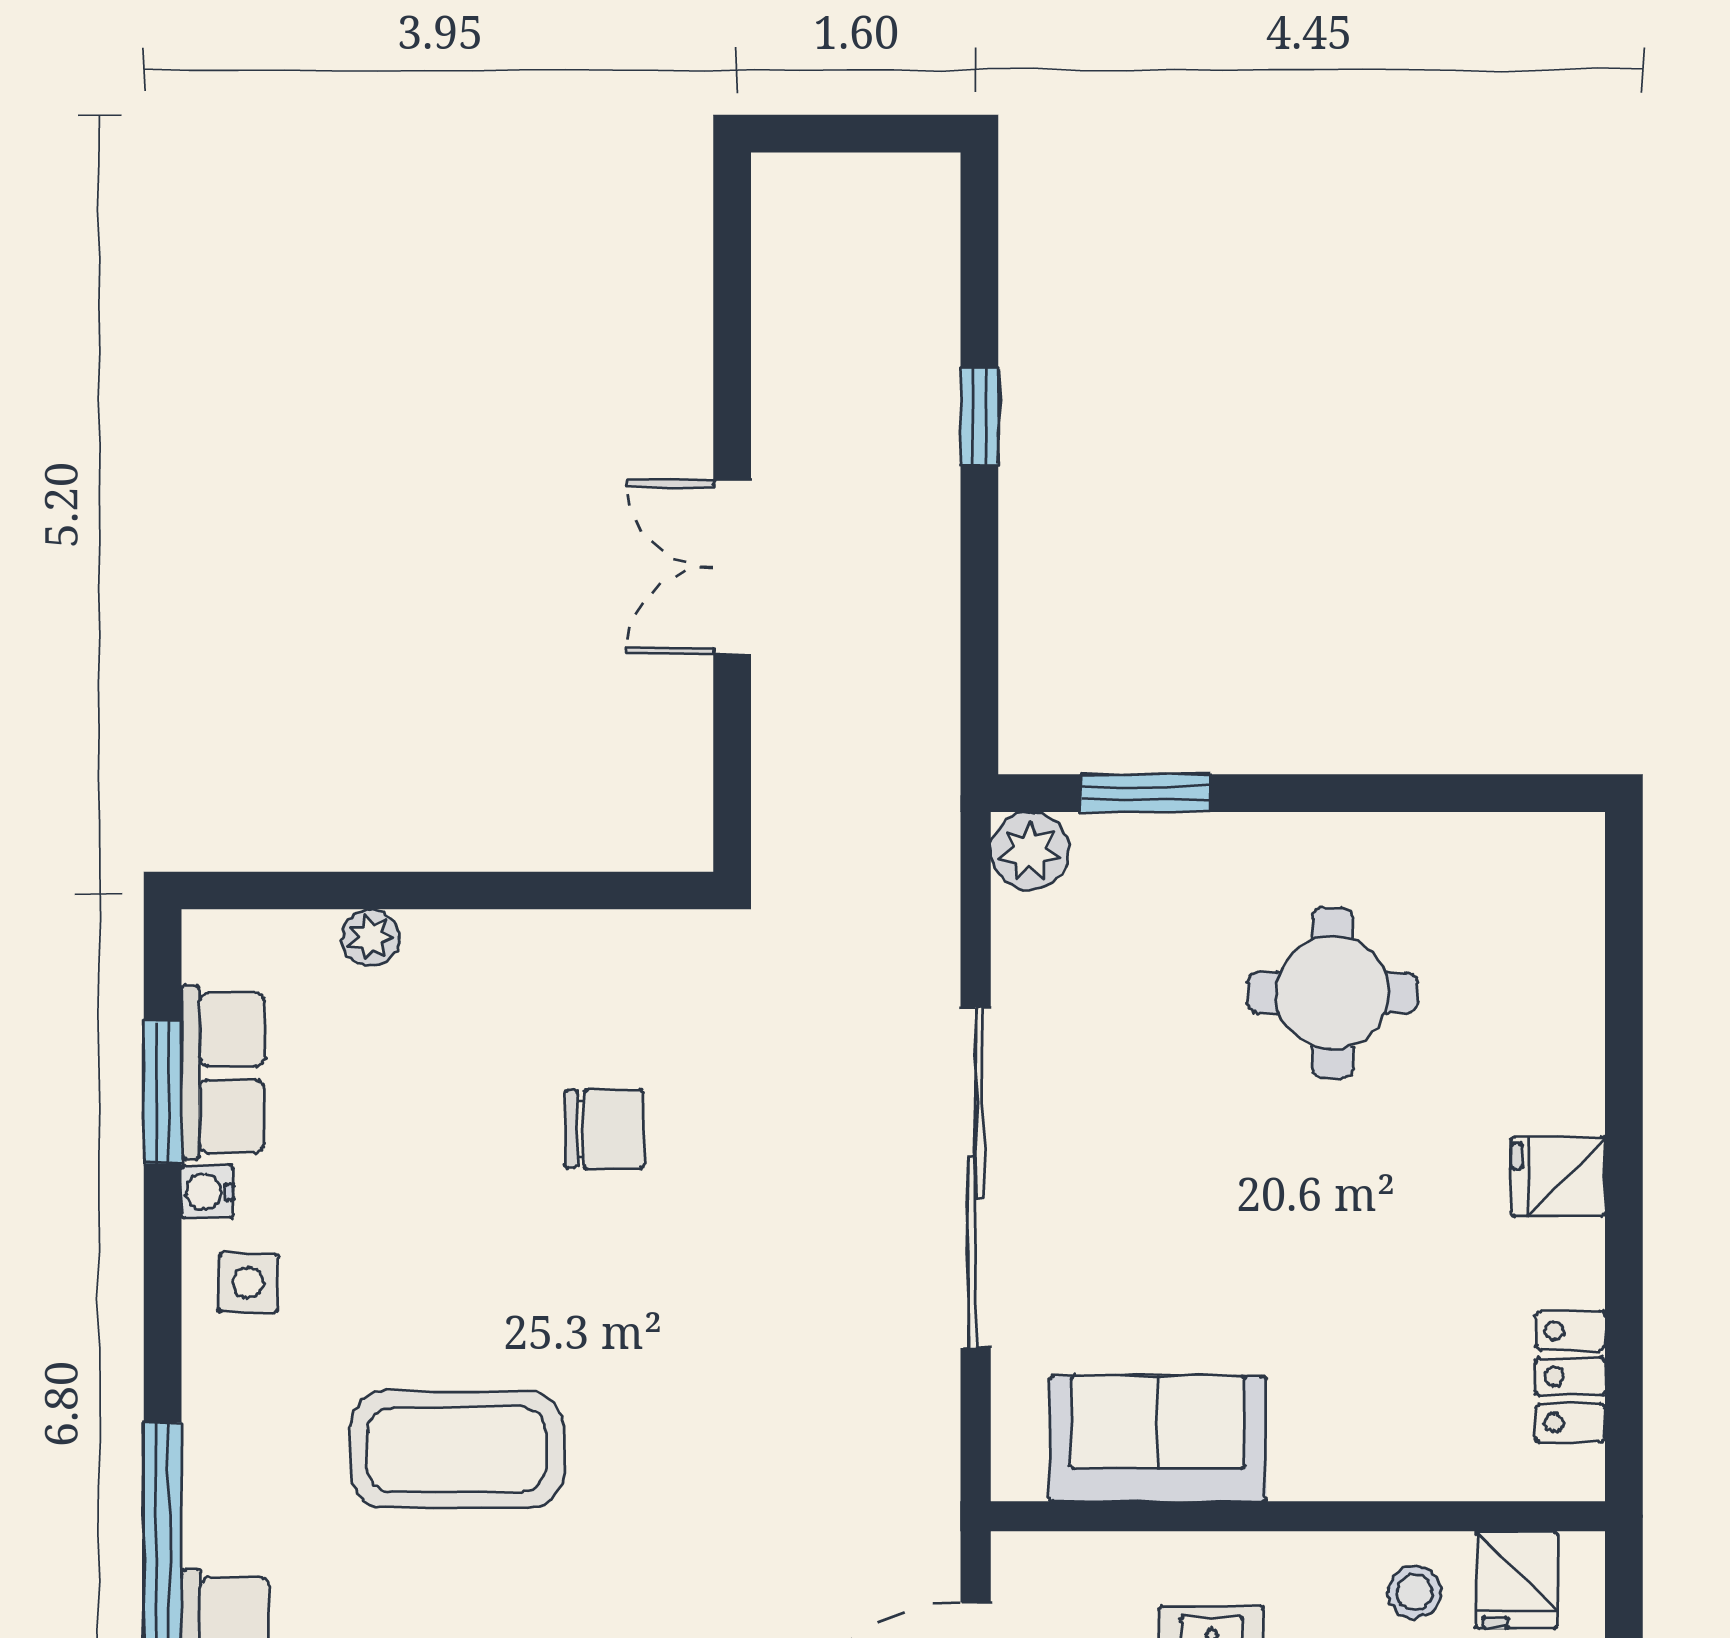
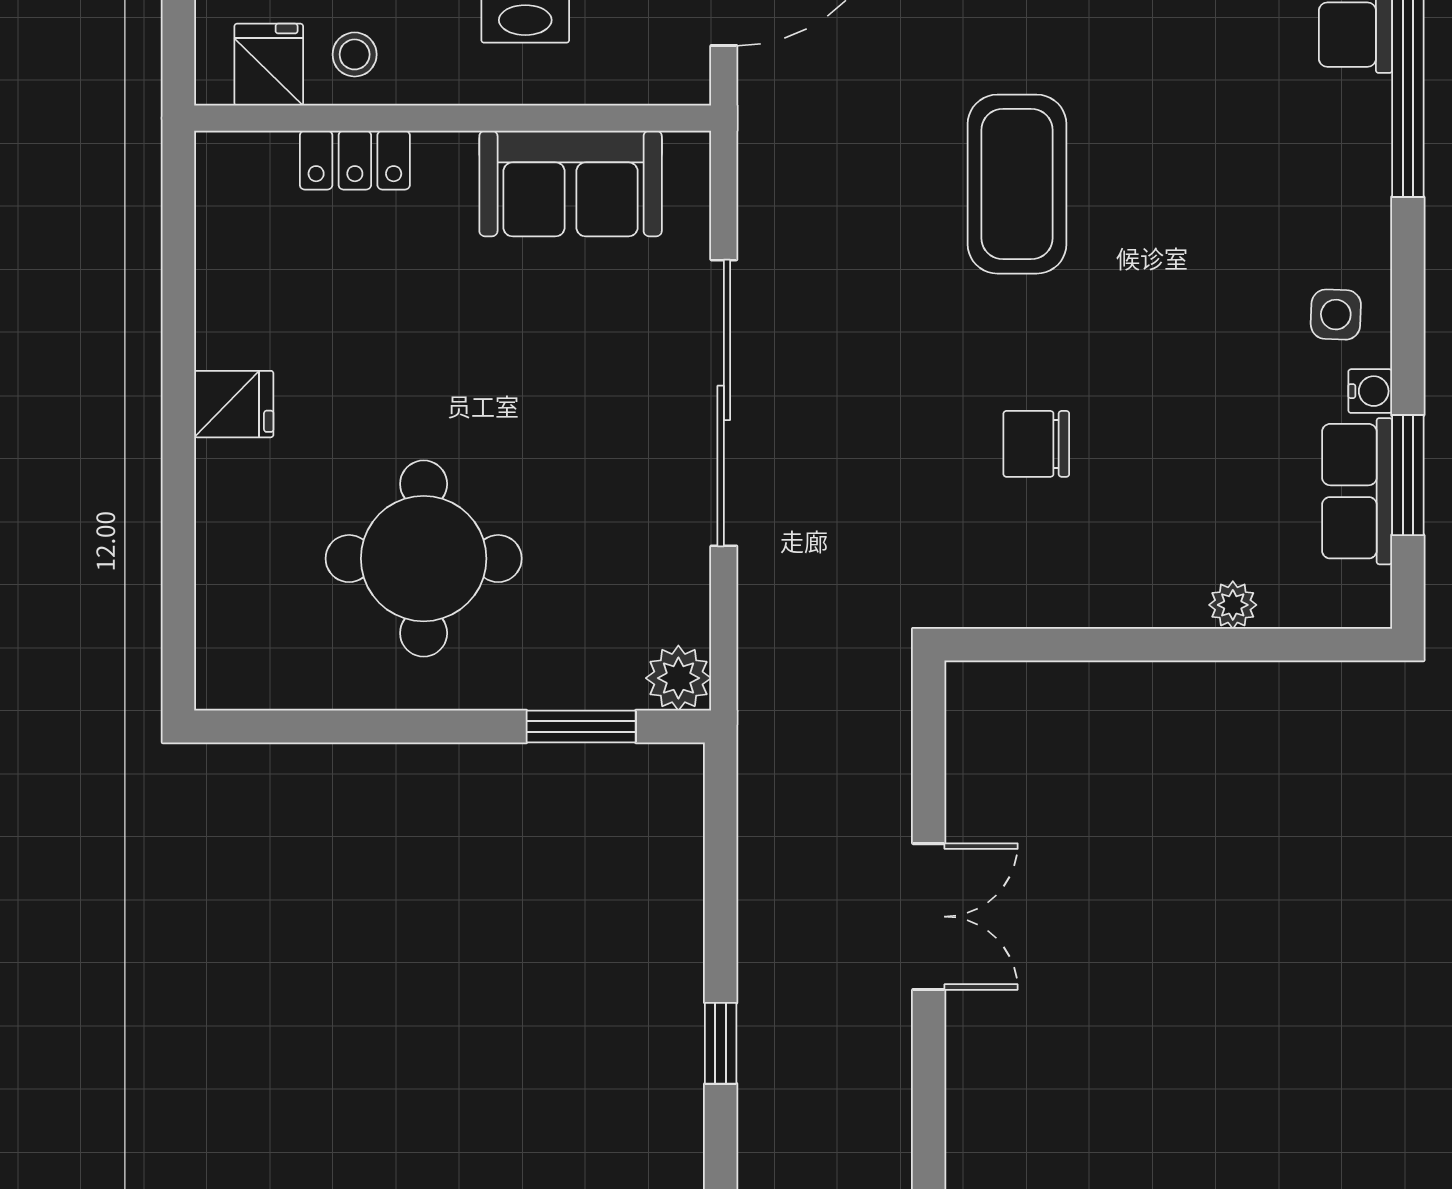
round table: (1333, 993) -> (424, 559), width x1.36, depth x1.36
locker: (1570, 1377) -> (355, 160), moved, turned 90
coffee table: (457, 1450) -> (1017, 184), moved, turned 90

